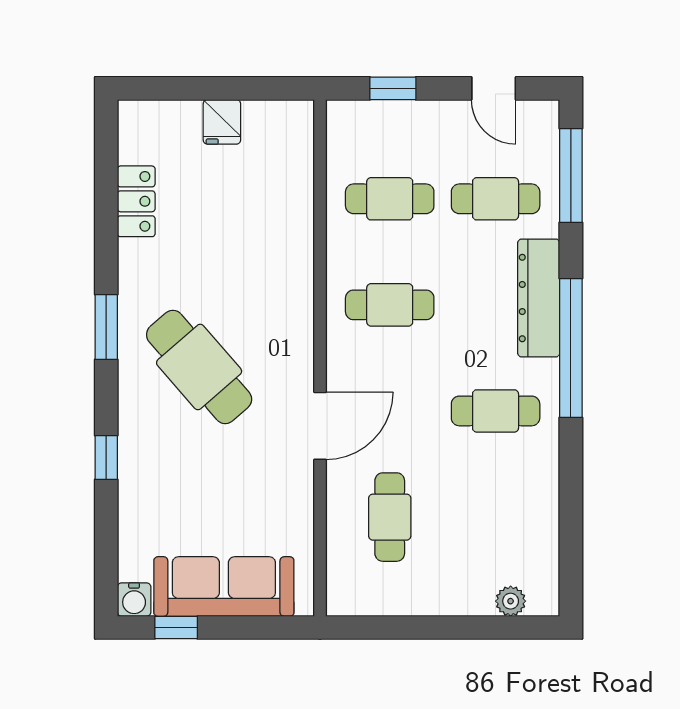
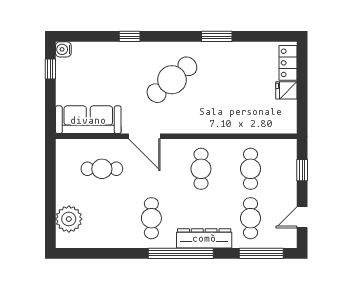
locker: (136, 201) -> (288, 63), moved, turned 90
window: (106, 327) -> (217, 36), moved
sofa: (224, 587) -> (88, 120), moved, turned -90
plant: (511, 601) -> (69, 219), width x1.88, depth x1.88

